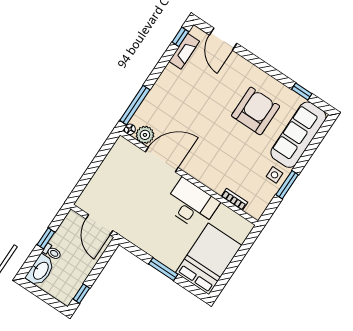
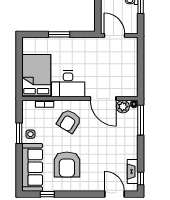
door: (162, 160) -> (103, 99), hinge flipped
armchair: (219, 160) -> (69, 121), added
bed: (209, 259) -> (36, 76), moved, turned 180

